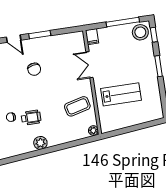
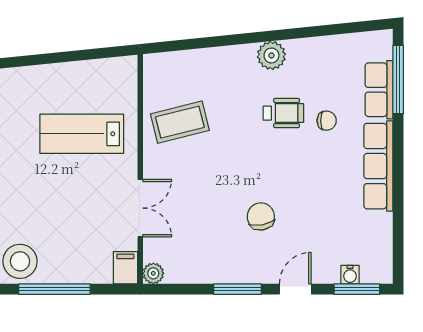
door: (14, 39) -> (295, 289), hinge flipped
wheelchair: (31, 118) -> (283, 113), turned 180
plant: (93, 130) -> (153, 273), moved

